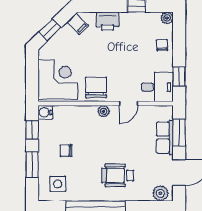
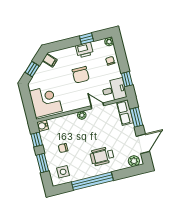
printer: (107, 21) -> (84, 50), moved
chair: (96, 87) -> (81, 75), moved, turned 180
door: (128, 104) -> (97, 106), swing flipped
row of seats: (165, 138) -> (125, 113), moved

